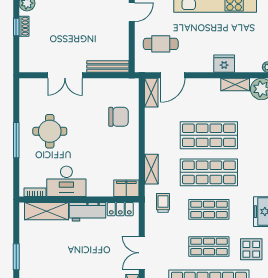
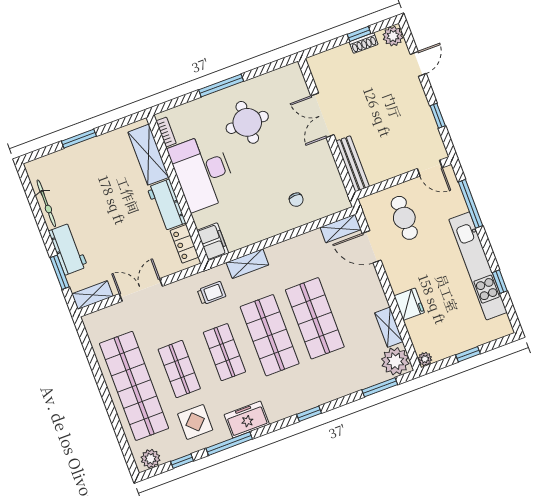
chair: (119, 117) -> (296, 200), width x0.54, depth x0.54
desk: (66, 181) -> (203, 172), width x1.36, depth x1.30

